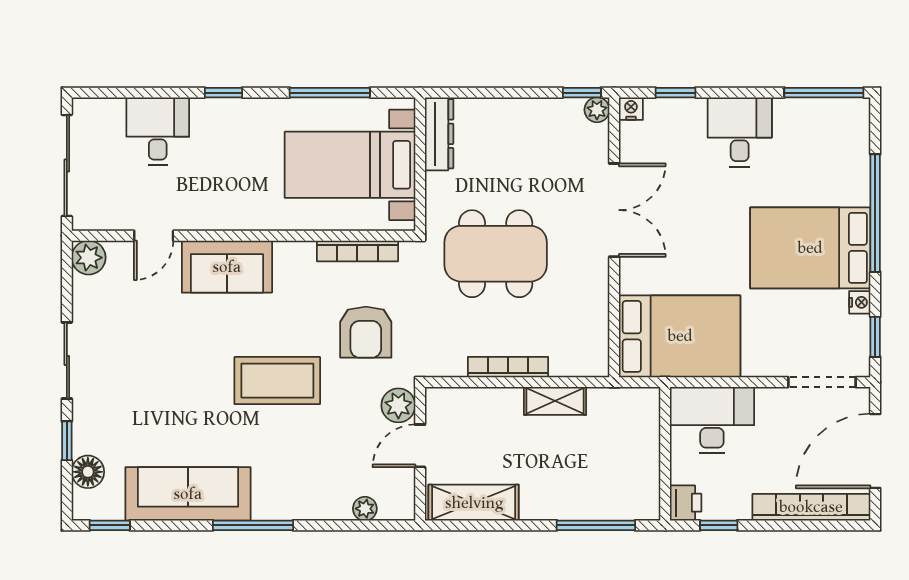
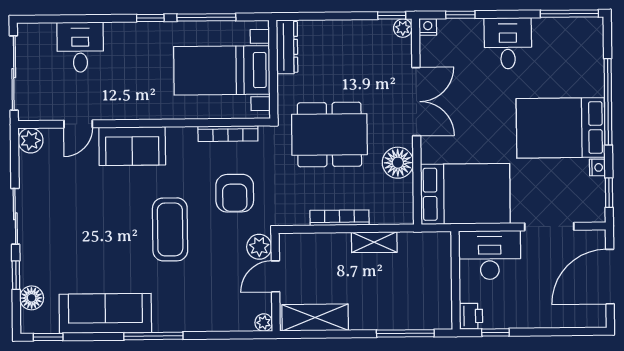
window: (223, 93) -> (150, 18), moved
floor lamp: (588, 293) -> (398, 163), added
coffee table: (277, 381) -> (170, 229), turned 90
doorway: (822, 382) -> (549, 227), moved
bookcase: (811, 507) -> (563, 318), removed
plant: (365, 509) -> (264, 323), moved

